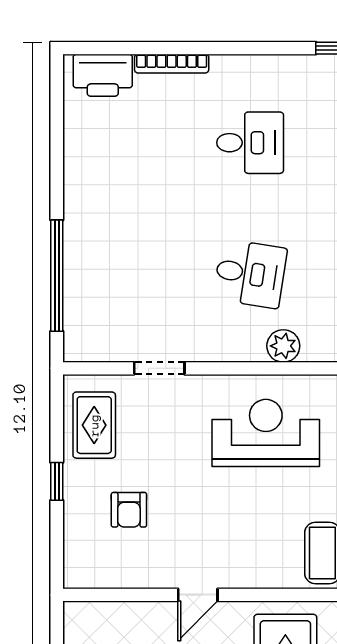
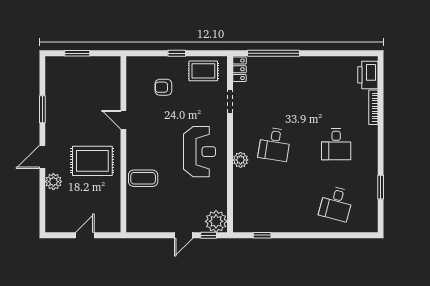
locker: (91, 348) -> (239, 69), added

